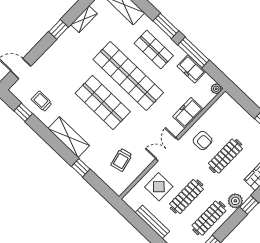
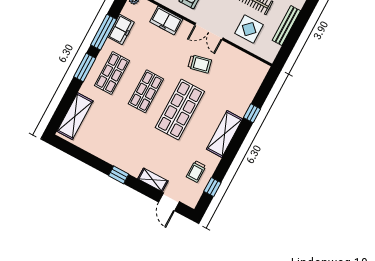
shelving: (84, 19) -> (153, 180), moved
shop shelf: (128, 76) -> (146, 91), width x0.50, depth x0.74
trolley: (121, 160) -> (200, 64), moved

